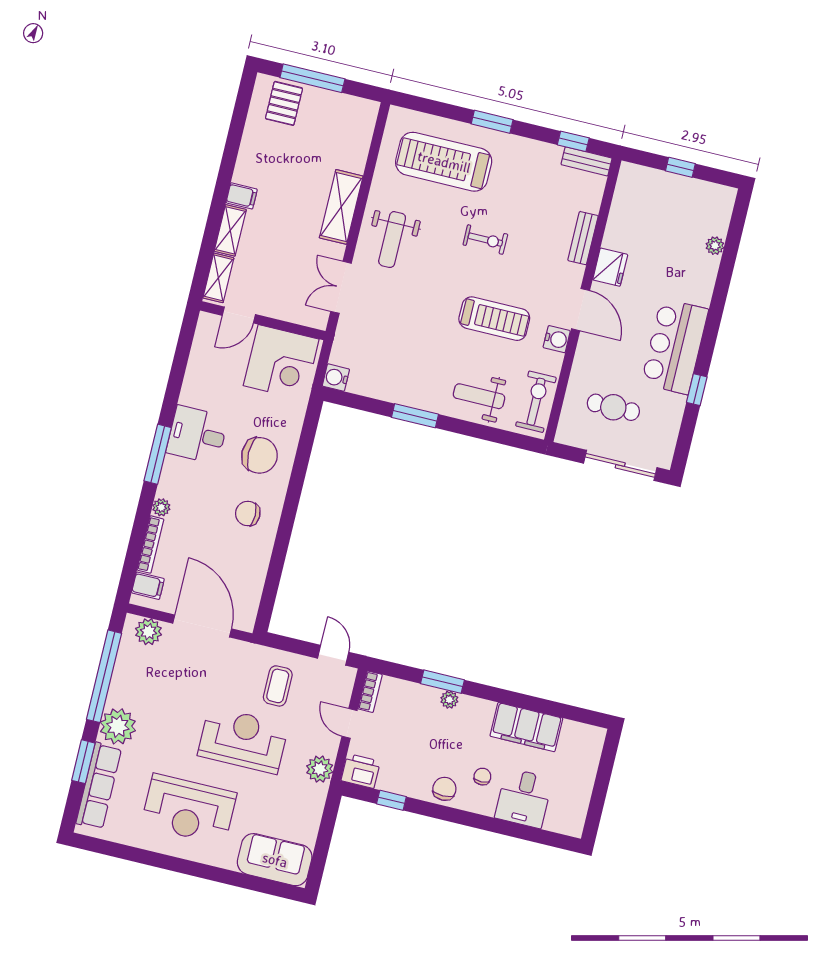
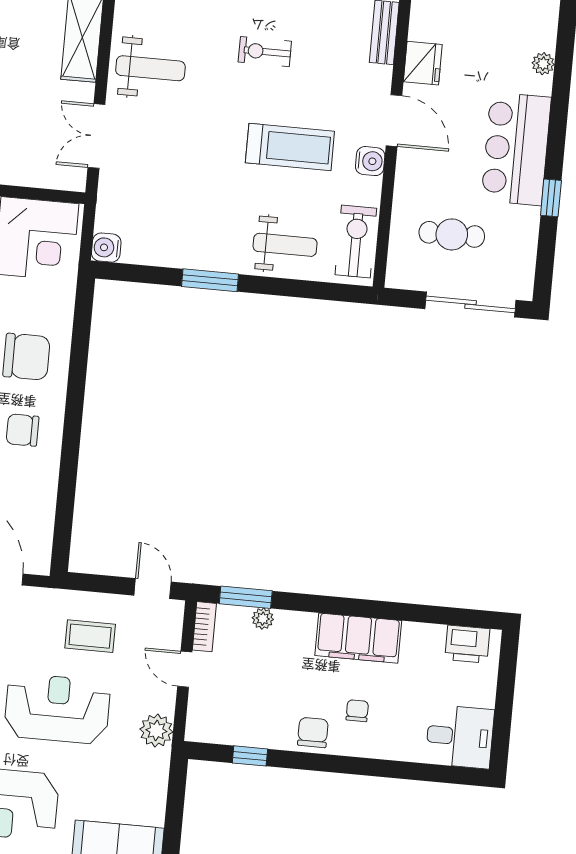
weight bench: (392, 240) -> (150, 68), turned -90
exercise bike: (485, 240) -> (265, 52), turned 180
plant: (715, 246) -> (543, 64), moved
weight bench: (479, 396) -> (285, 245), turned 180
window: (443, 682) -> (246, 597), moved
coffee table: (278, 686) -> (90, 636), turned 90
plant: (449, 700) -> (263, 619), moved
filing cabinet: (526, 727) -> (358, 638), moved
printer: (361, 771) -> (467, 644), moved, turned 180
desk: (524, 798) -> (460, 737), moved, turned -90

